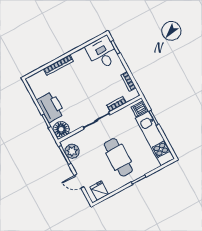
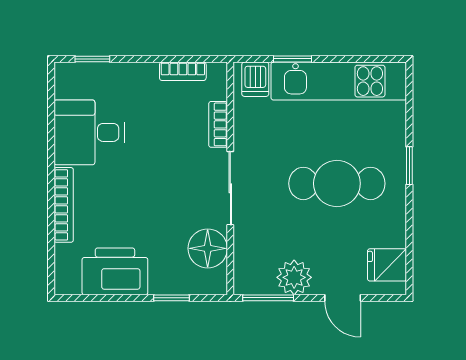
desk: (102, 53) -> (89, 132), moved
printer: (51, 107) -> (115, 271), moved
floor lamp: (61, 129) -> (208, 248), moved
plant: (72, 151) -> (294, 277), moved
door: (79, 181) -> (343, 298), hinge flipped

